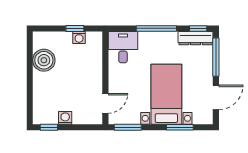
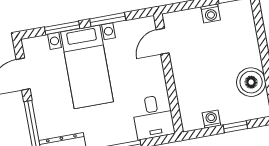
window: (75, 28) -> (235, 127), moved
window: (128, 127) -> (108, 20), moved

